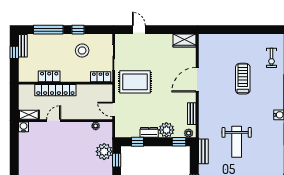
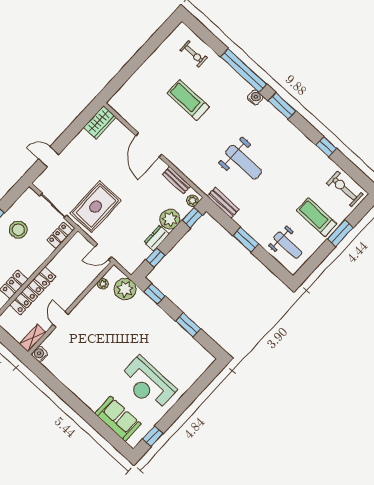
plant: (104, 152) -> (125, 289), moved

